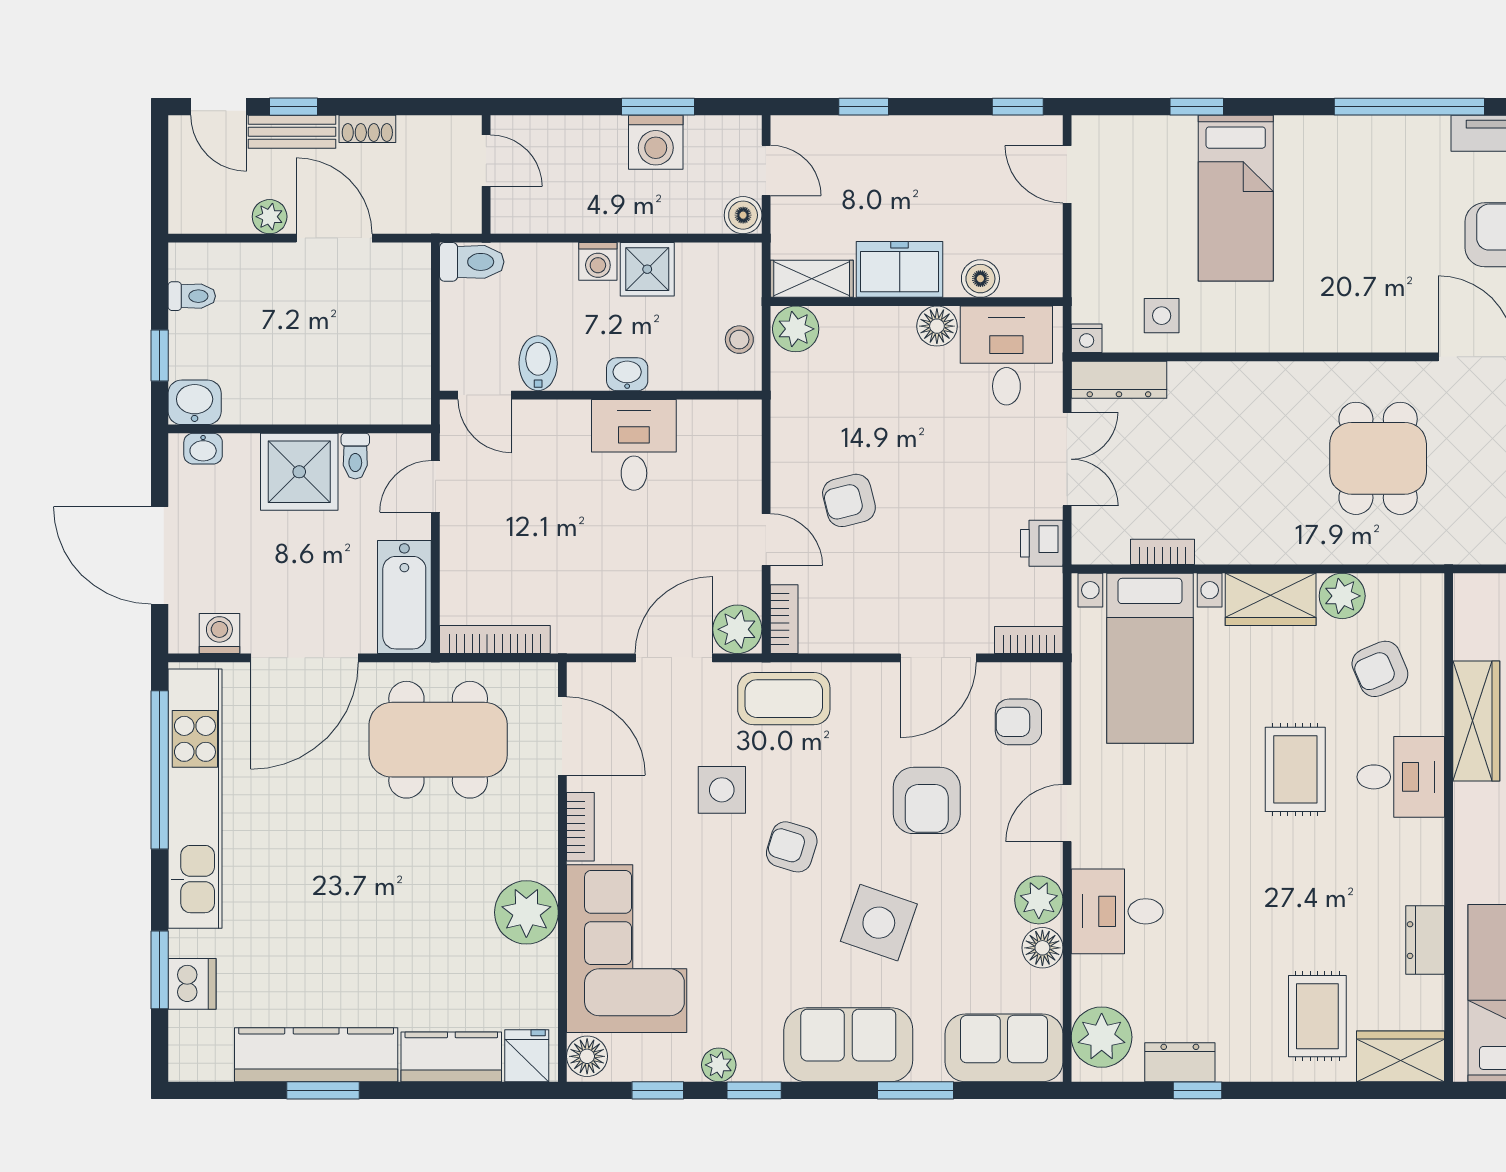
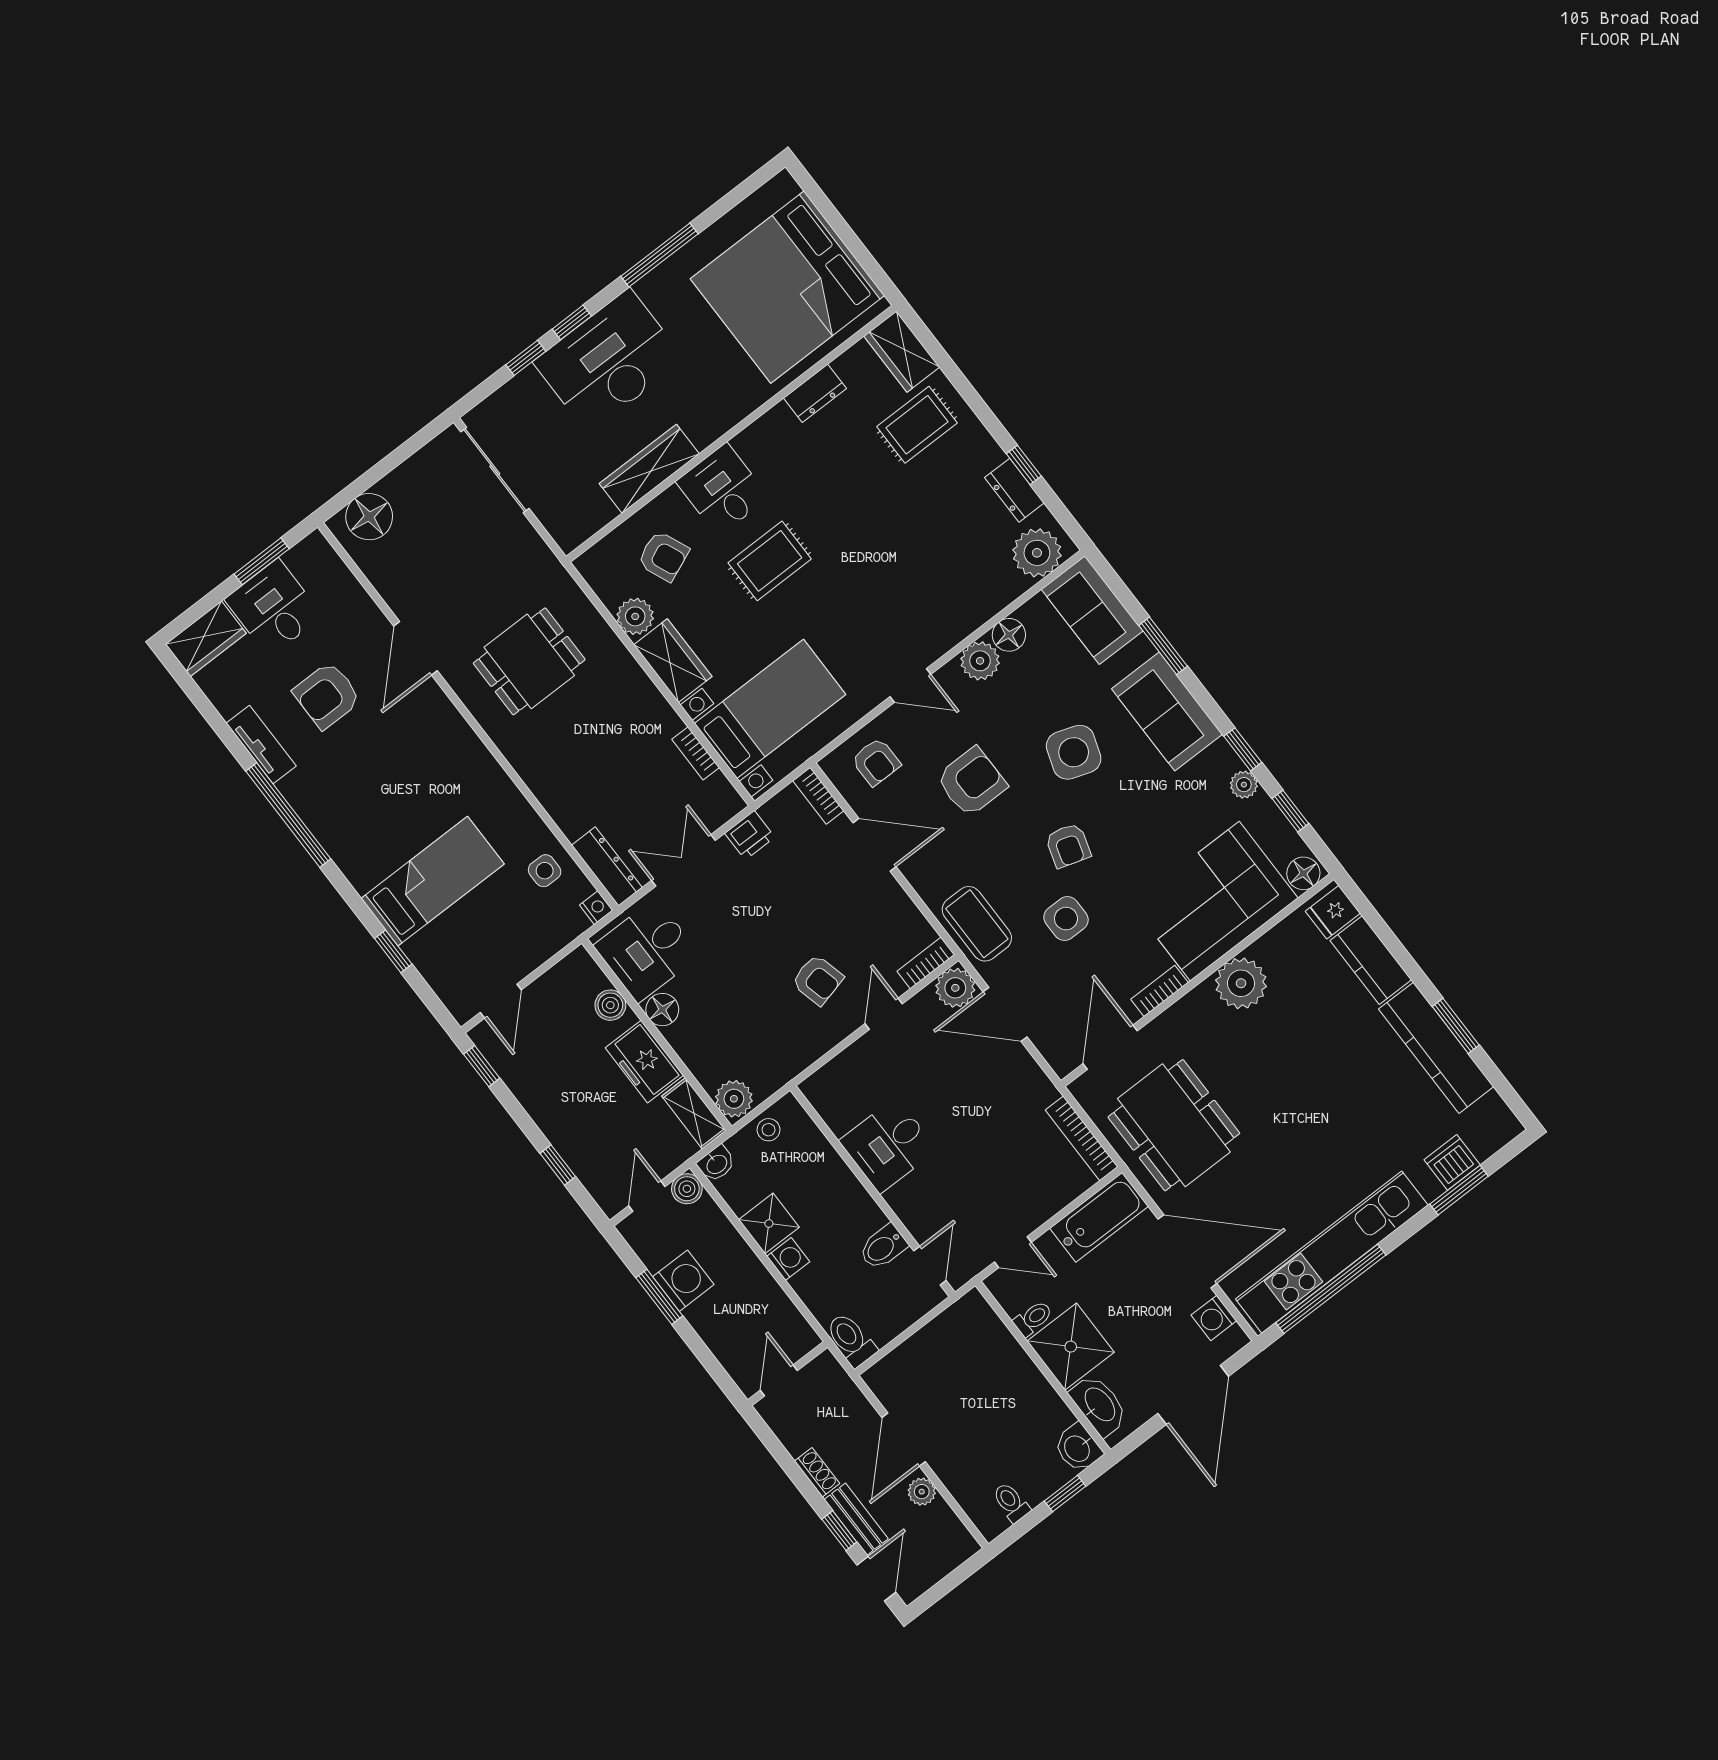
washbasin: (627, 374) -> (716, 1164), moved, turned -90
washbasin: (203, 449) -> (1099, 1405), width x1.91, depth x1.45
desk: (1117, 911) -> (949, 605), removed

